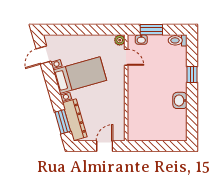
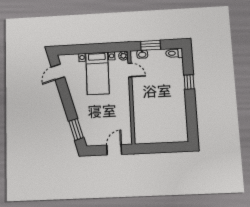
bed with nightstands: (80, 75) -> (97, 73), moved, turned 106
washbasin: (180, 100) -> (180, 106), removed
dresser: (75, 120) -> (87, 127), removed

